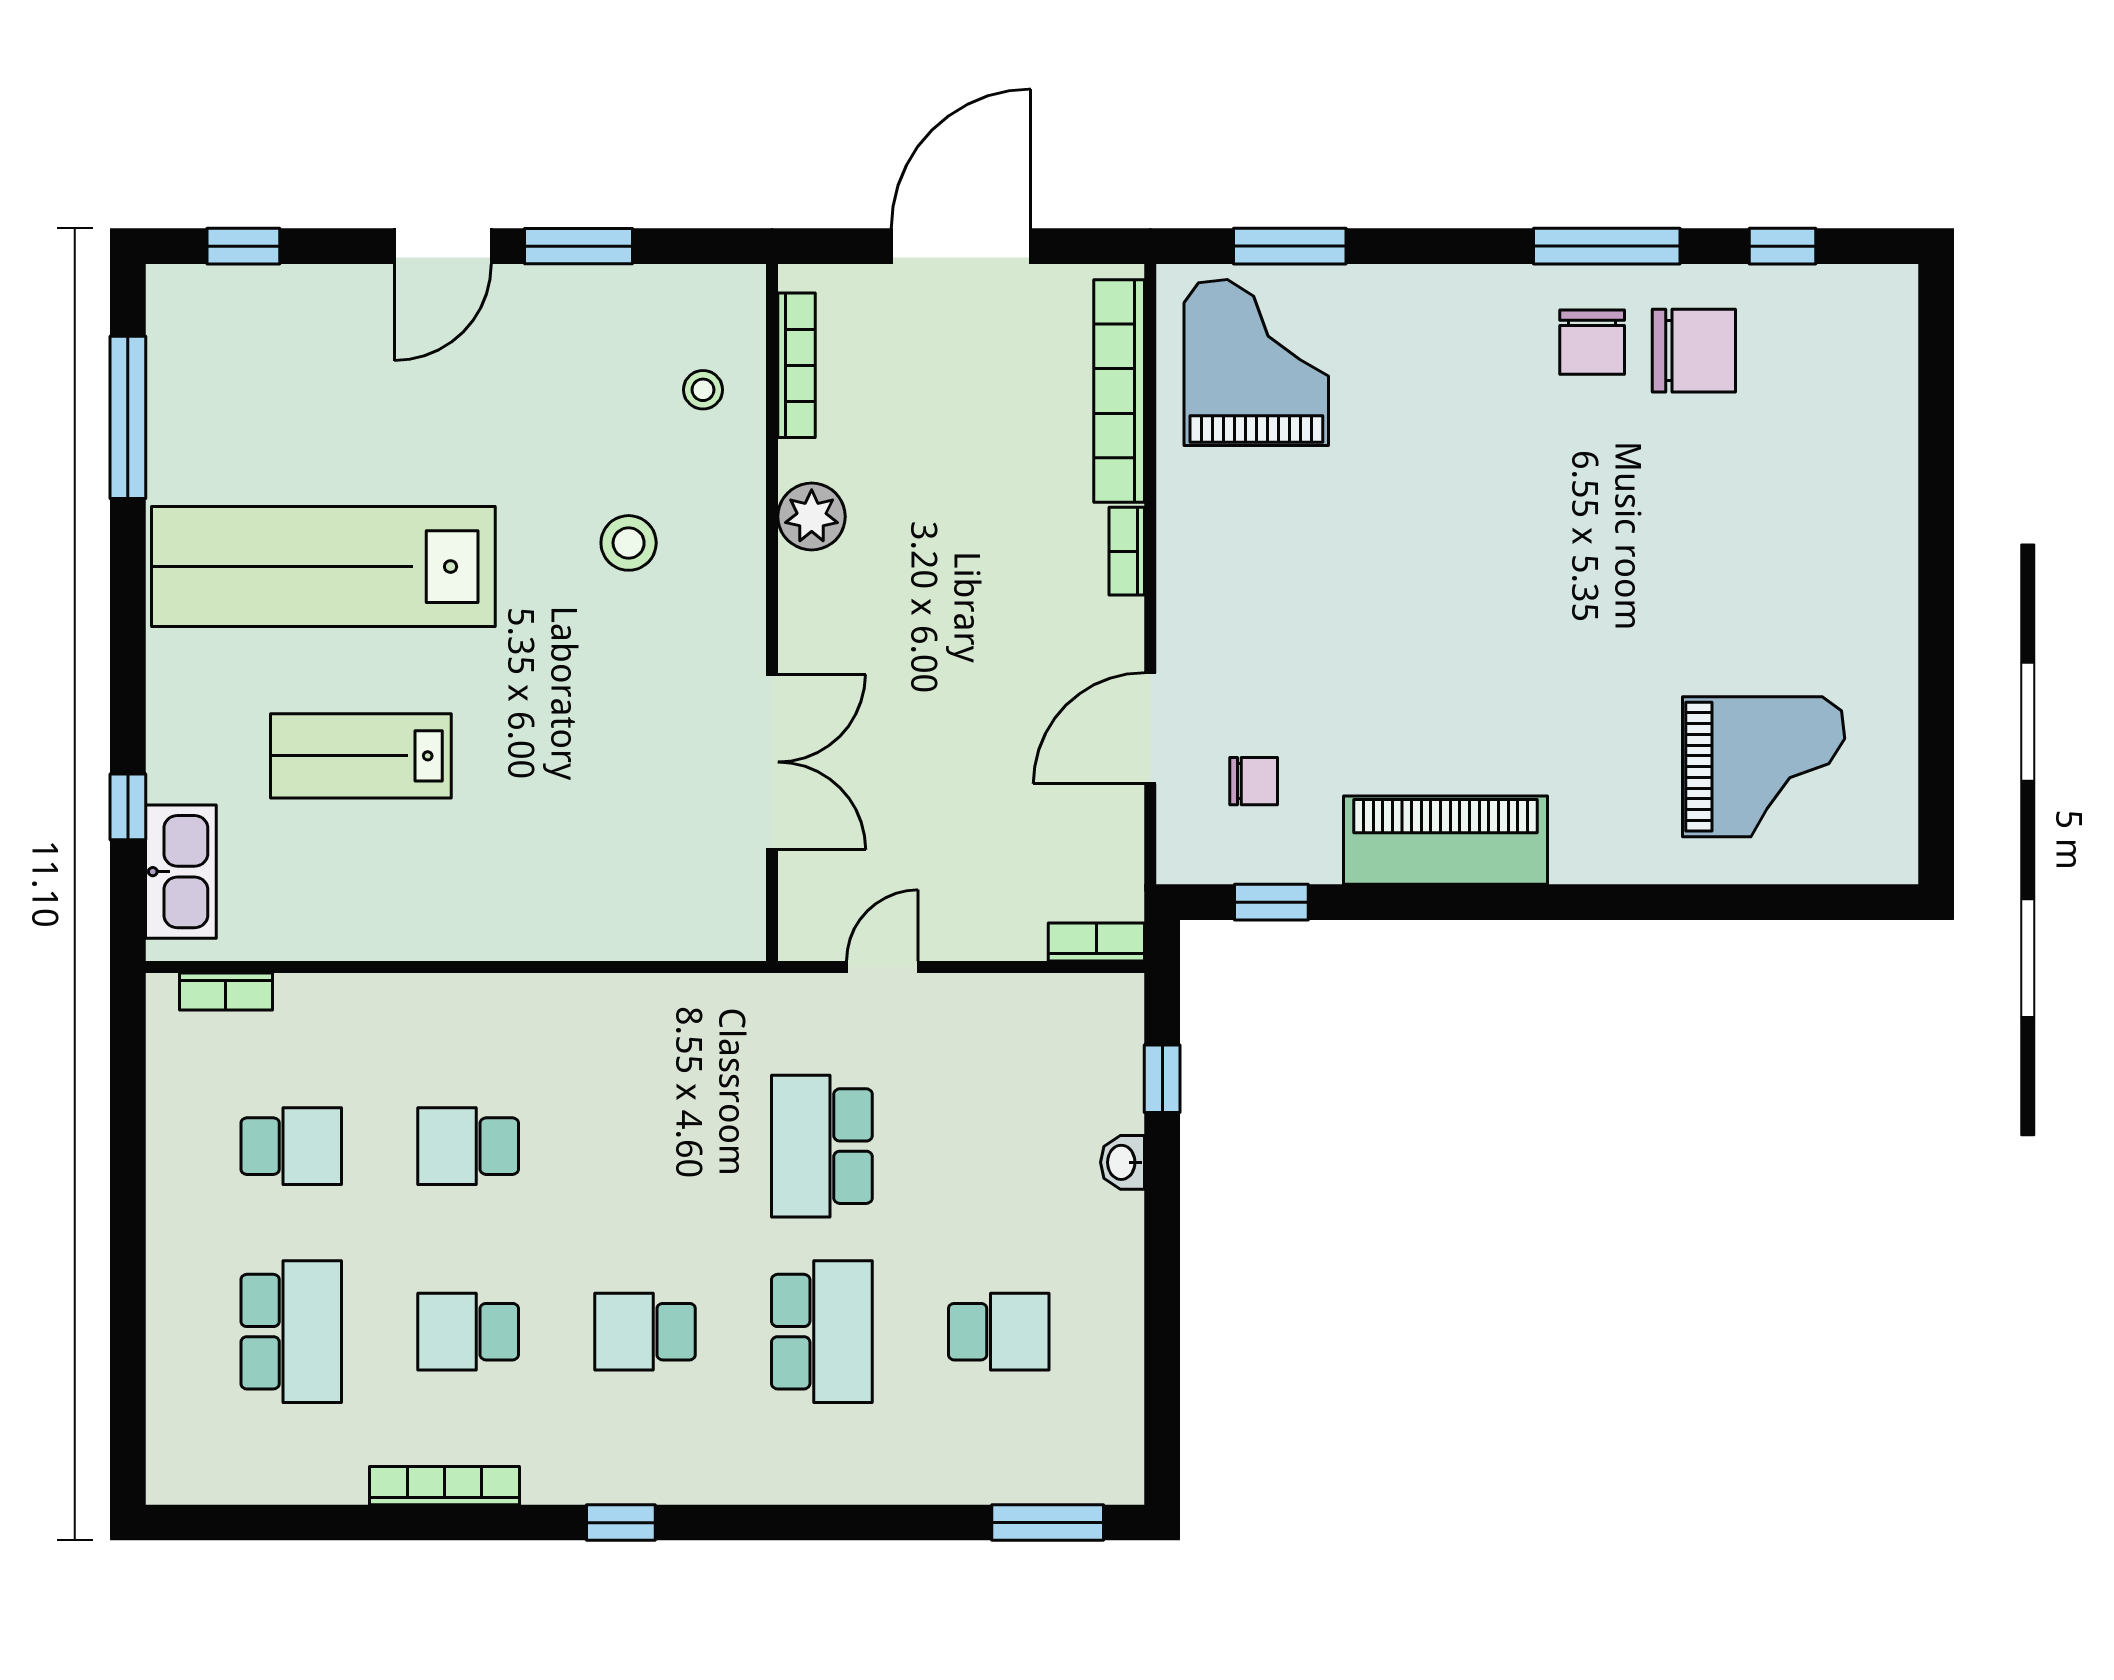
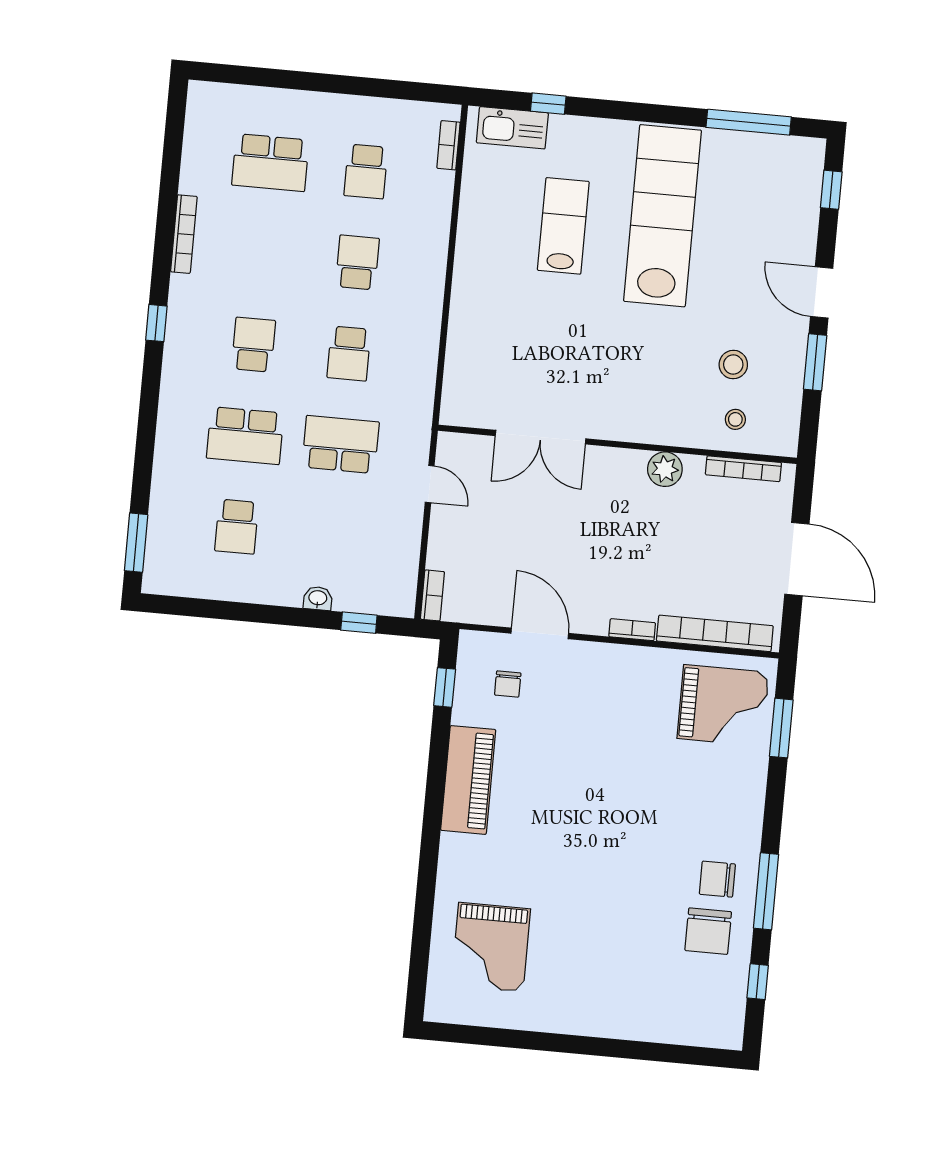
stool: (629, 543) -> (733, 365), moved
school desk: (468, 1332) -> (349, 353), moved, turned 180

